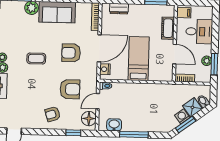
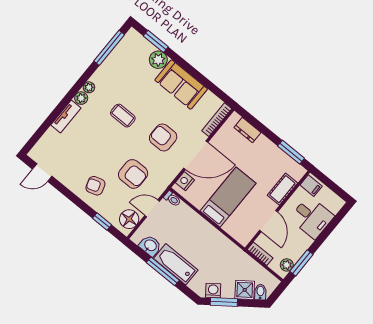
plant: (207, 61) -> (287, 265), moved
washing machine: (182, 116) -> (213, 291), moved
bathtub: (138, 124) -> (176, 264), added

